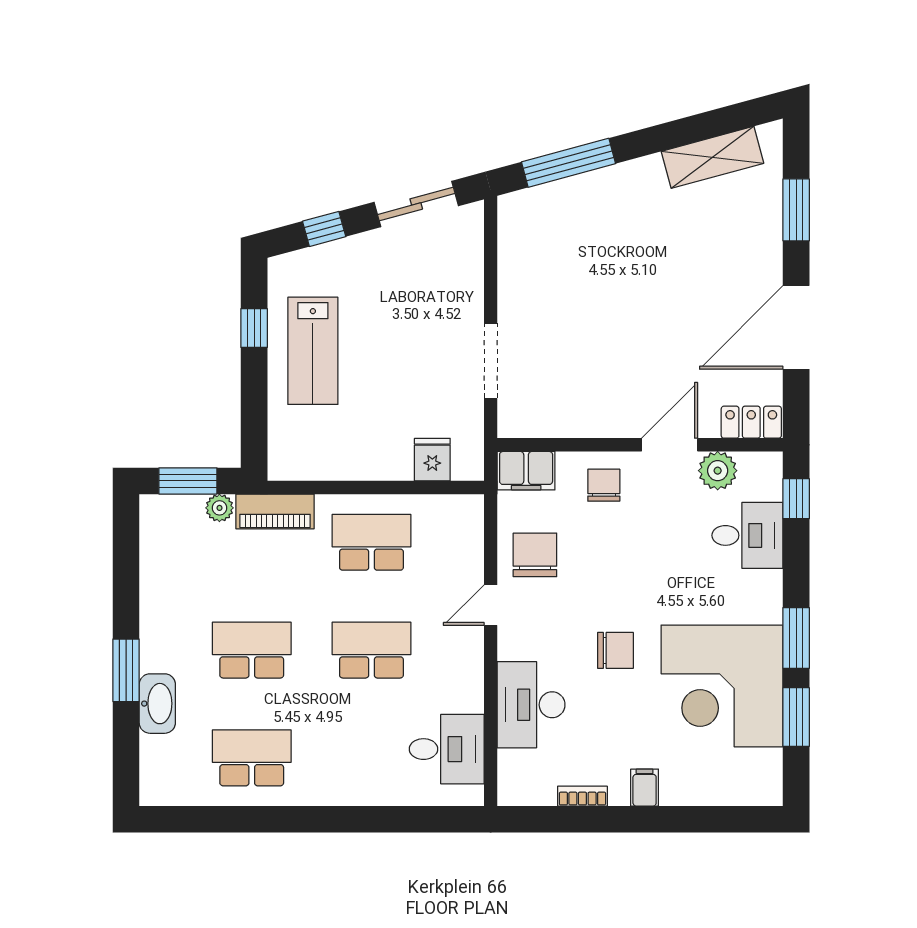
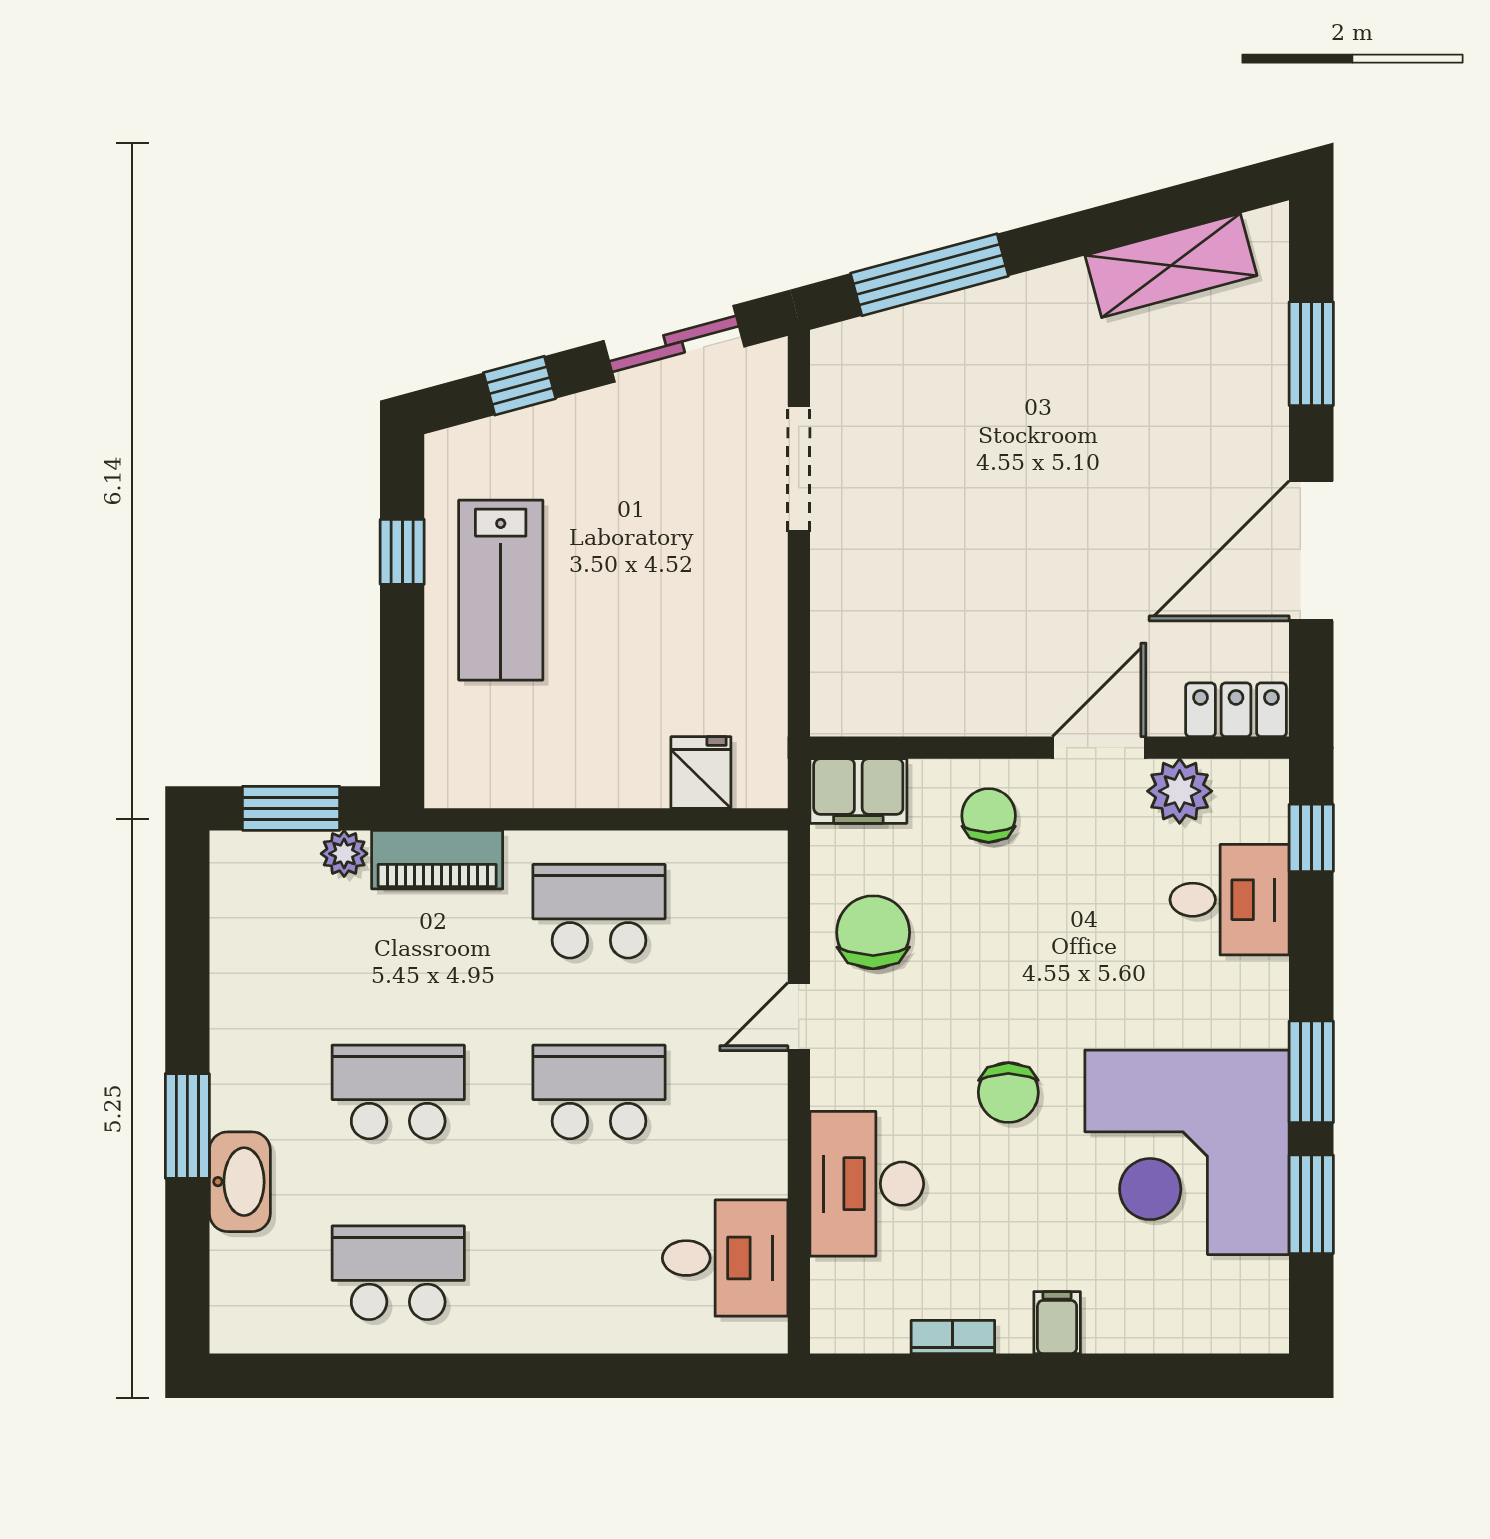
doorway: (491, 361) -> (799, 469), moved
chair: (615, 650) -> (1008, 1092), turned 90

